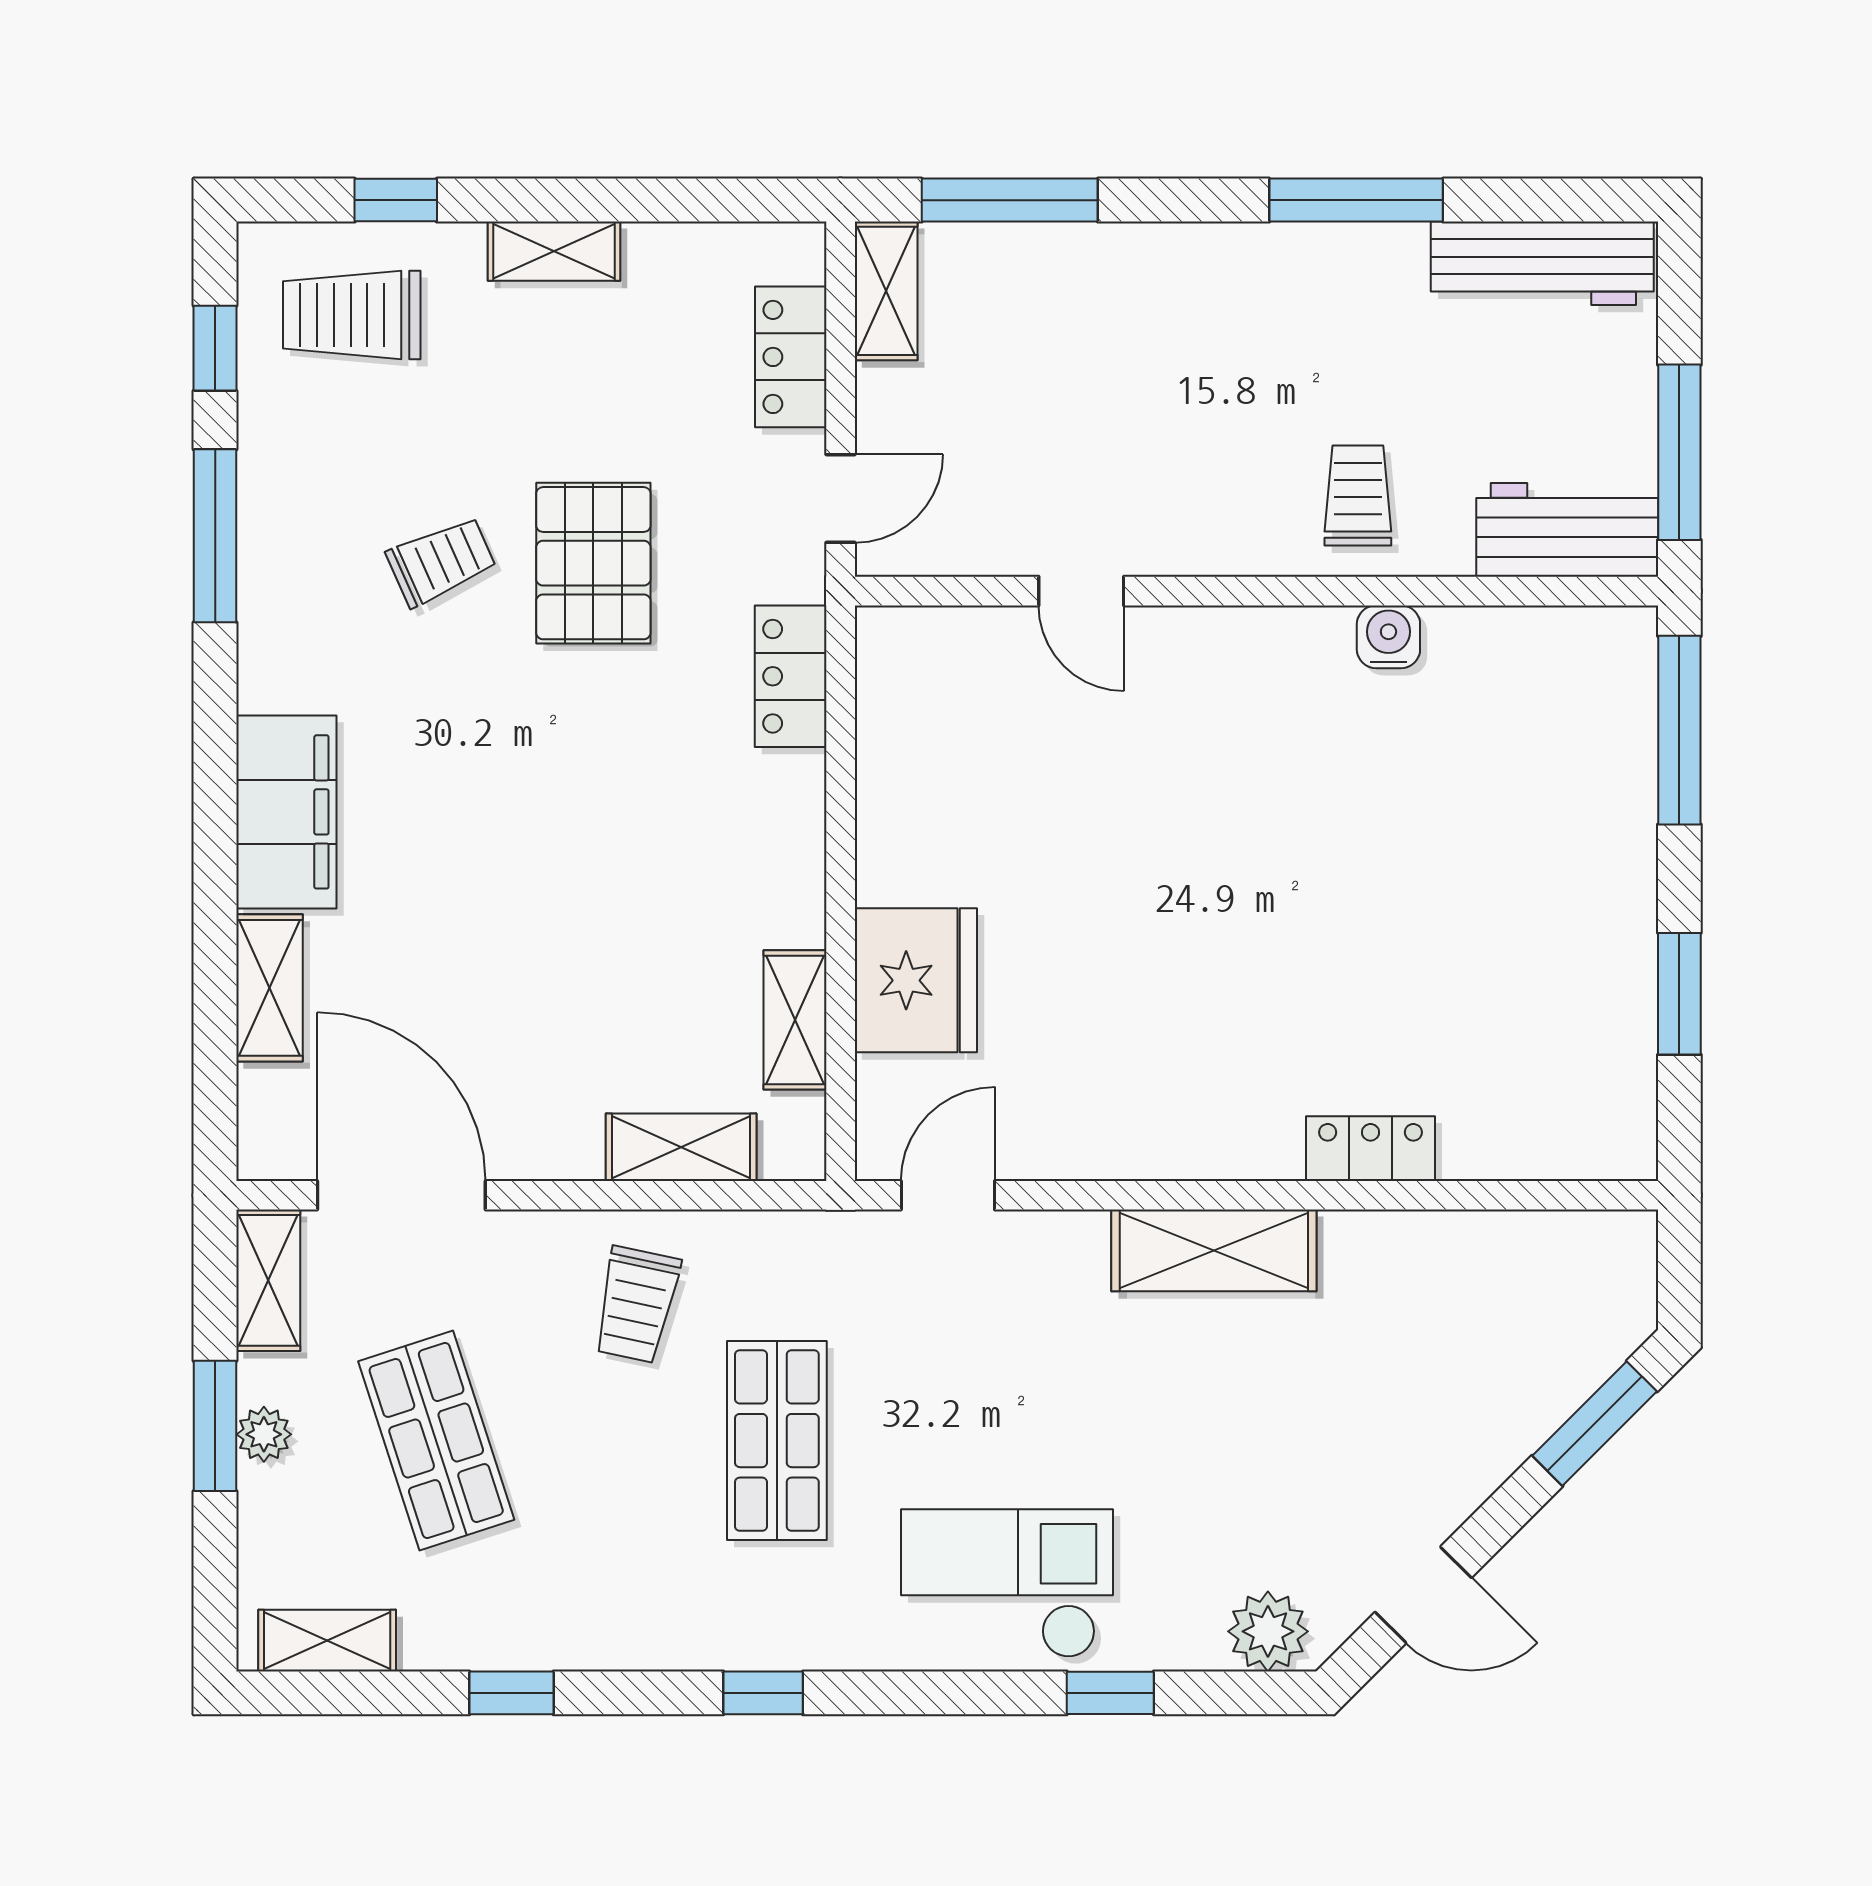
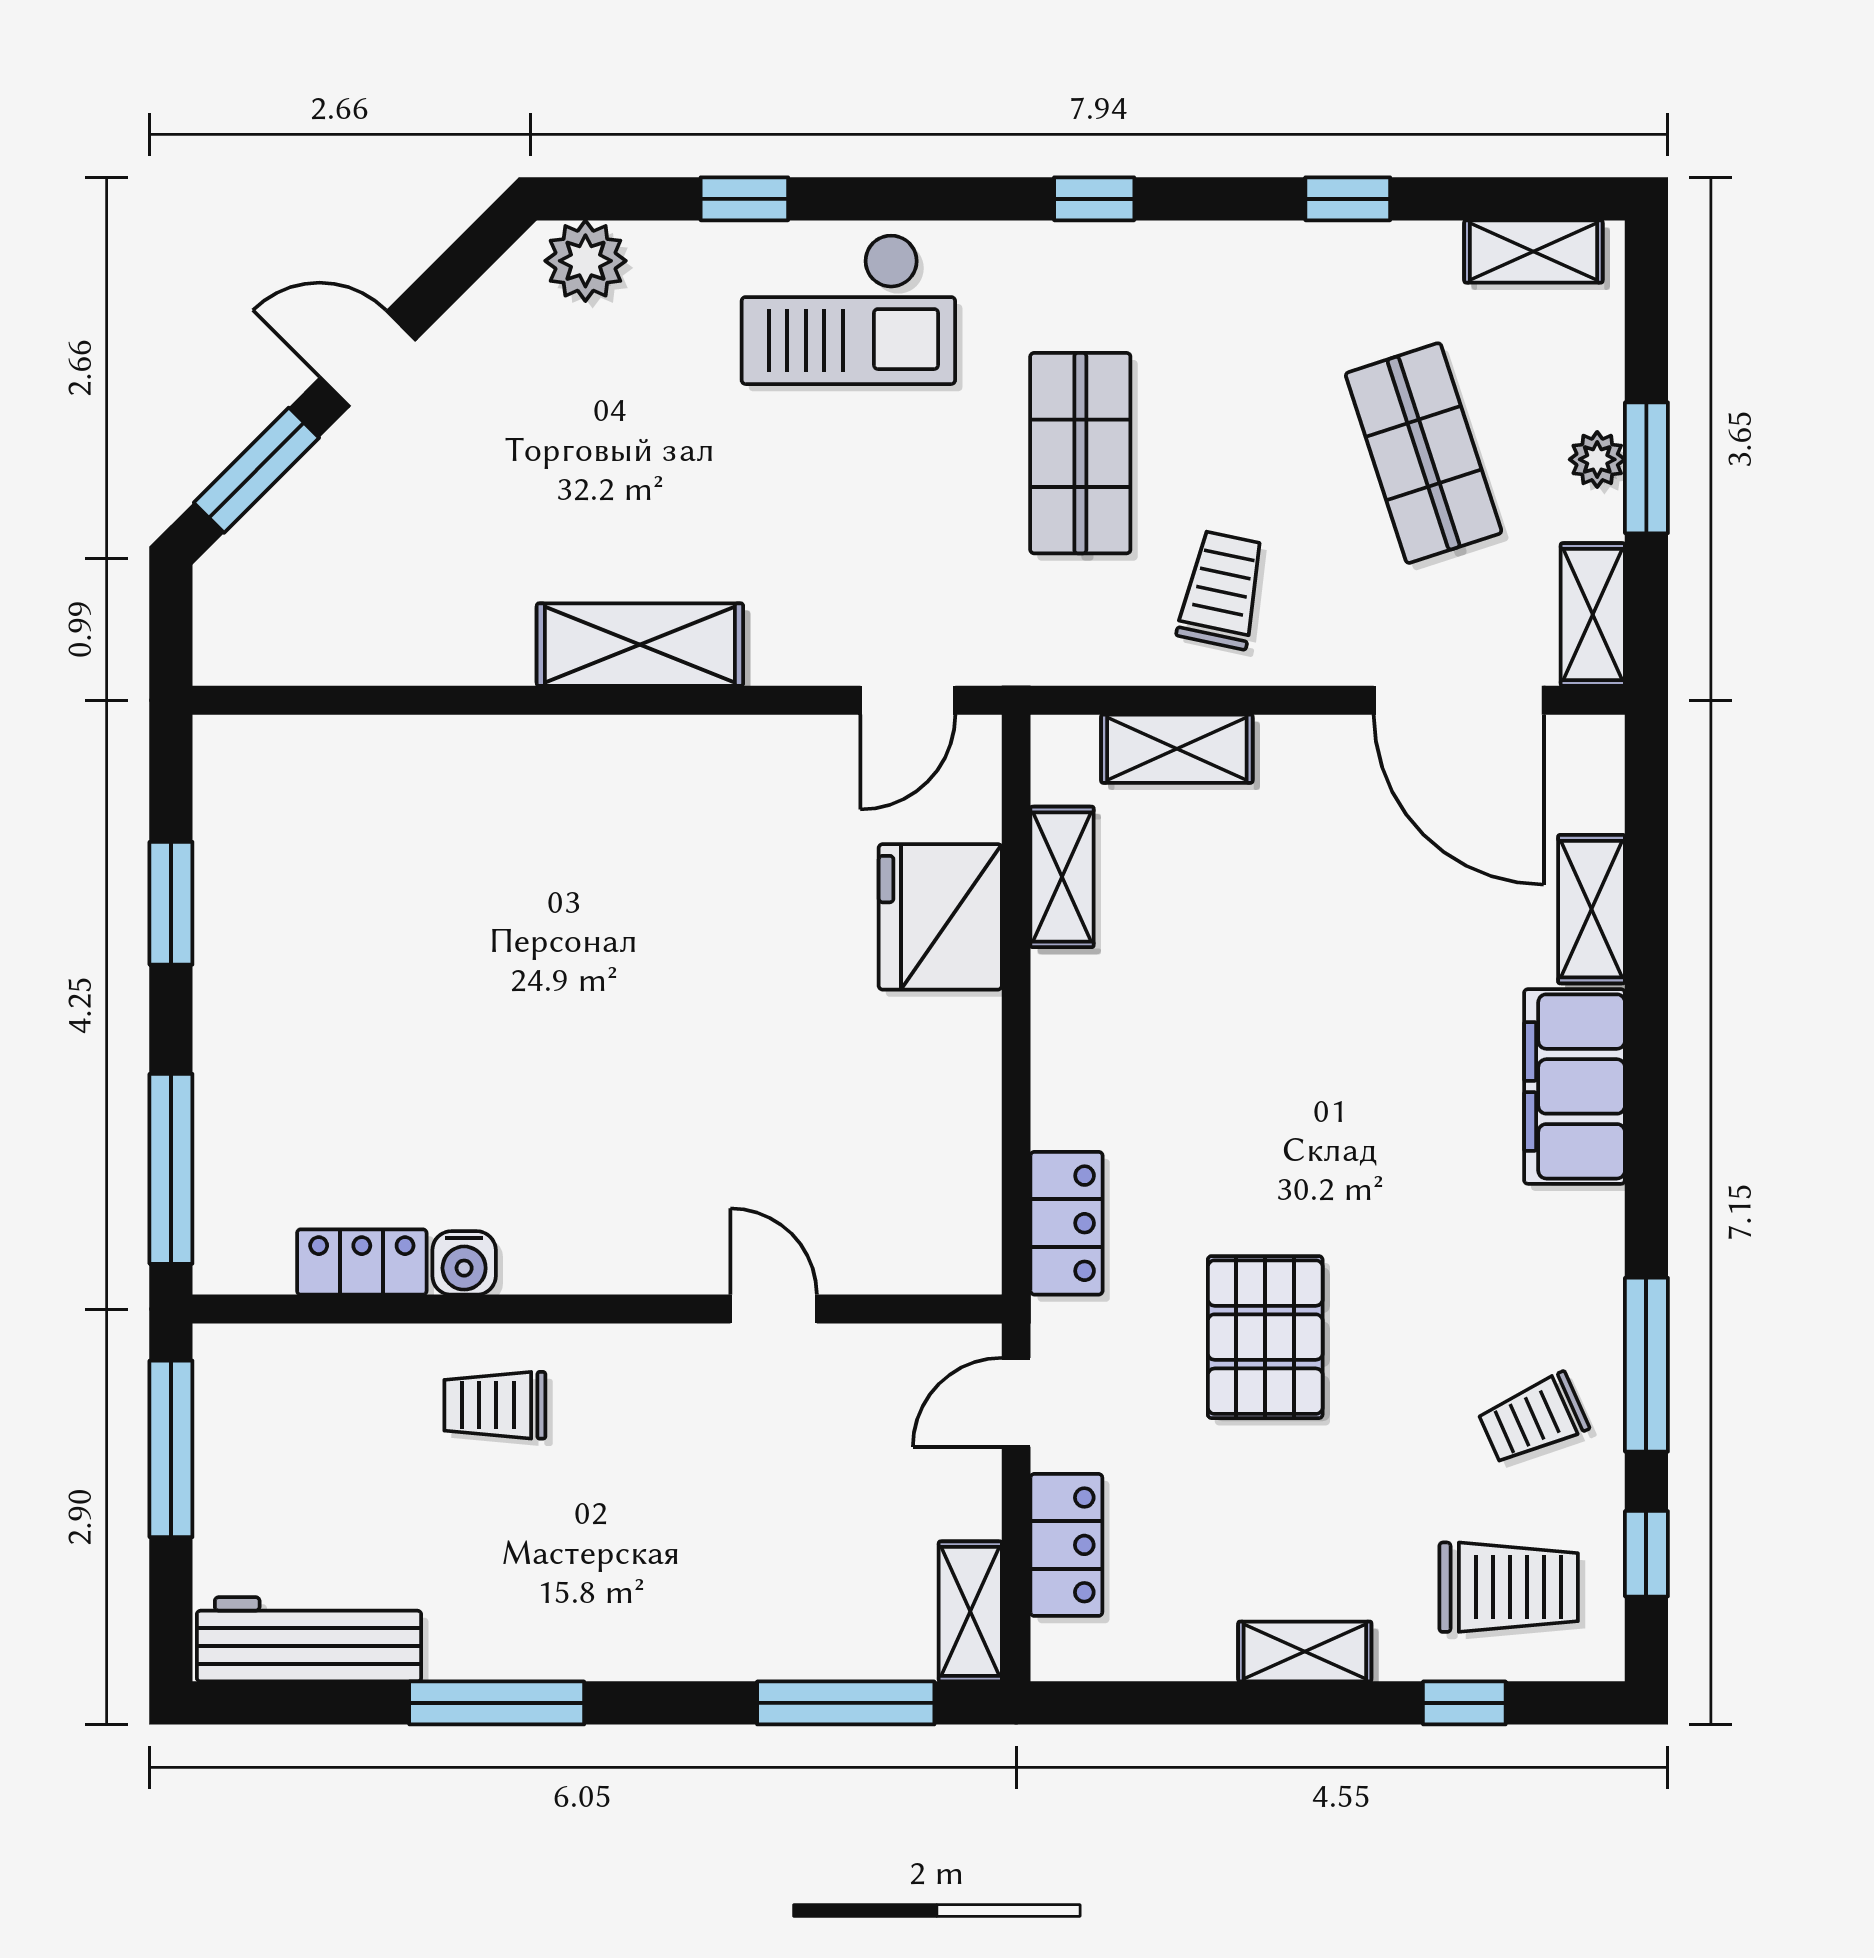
trolley: (1358, 496) -> (495, 1405), turned 90
workbench: (1567, 530) -> (284, 1371), removed
trolley: (441, 561) -> (1533, 1419), moved
locker: (1370, 1149) -> (362, 1262), moved, turned 180
door: (1423, 1595) -> (368, 359), moved

